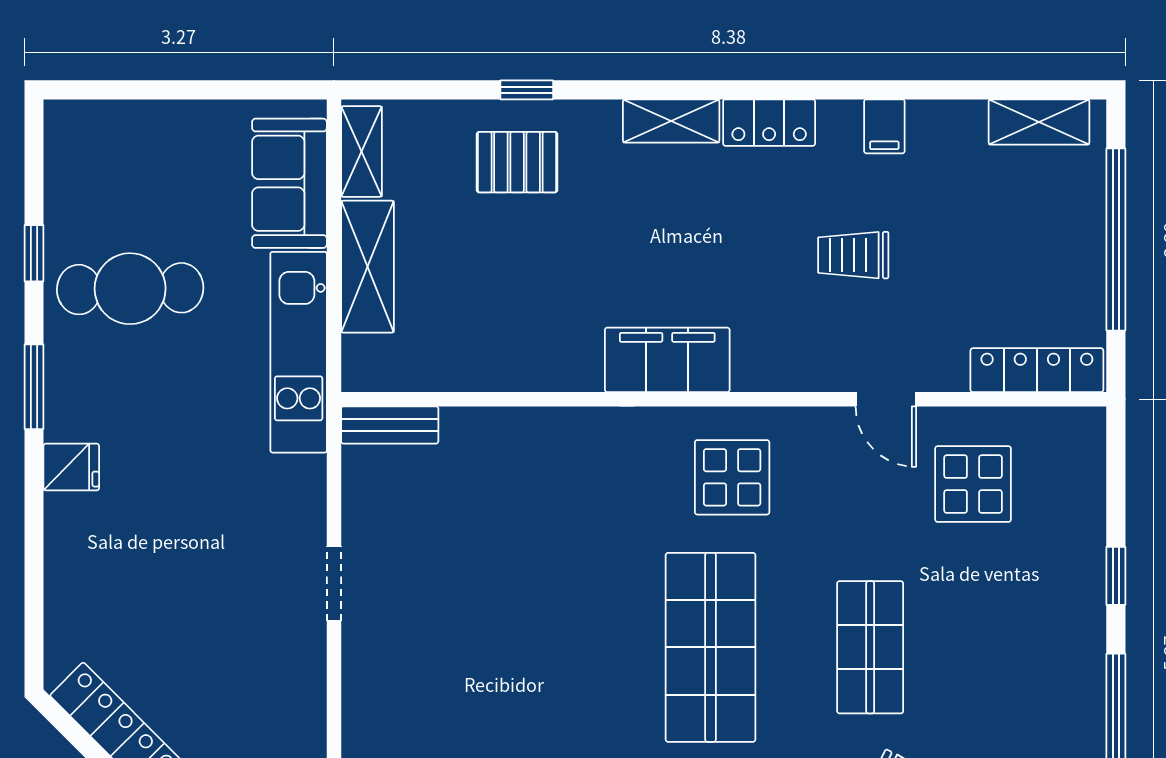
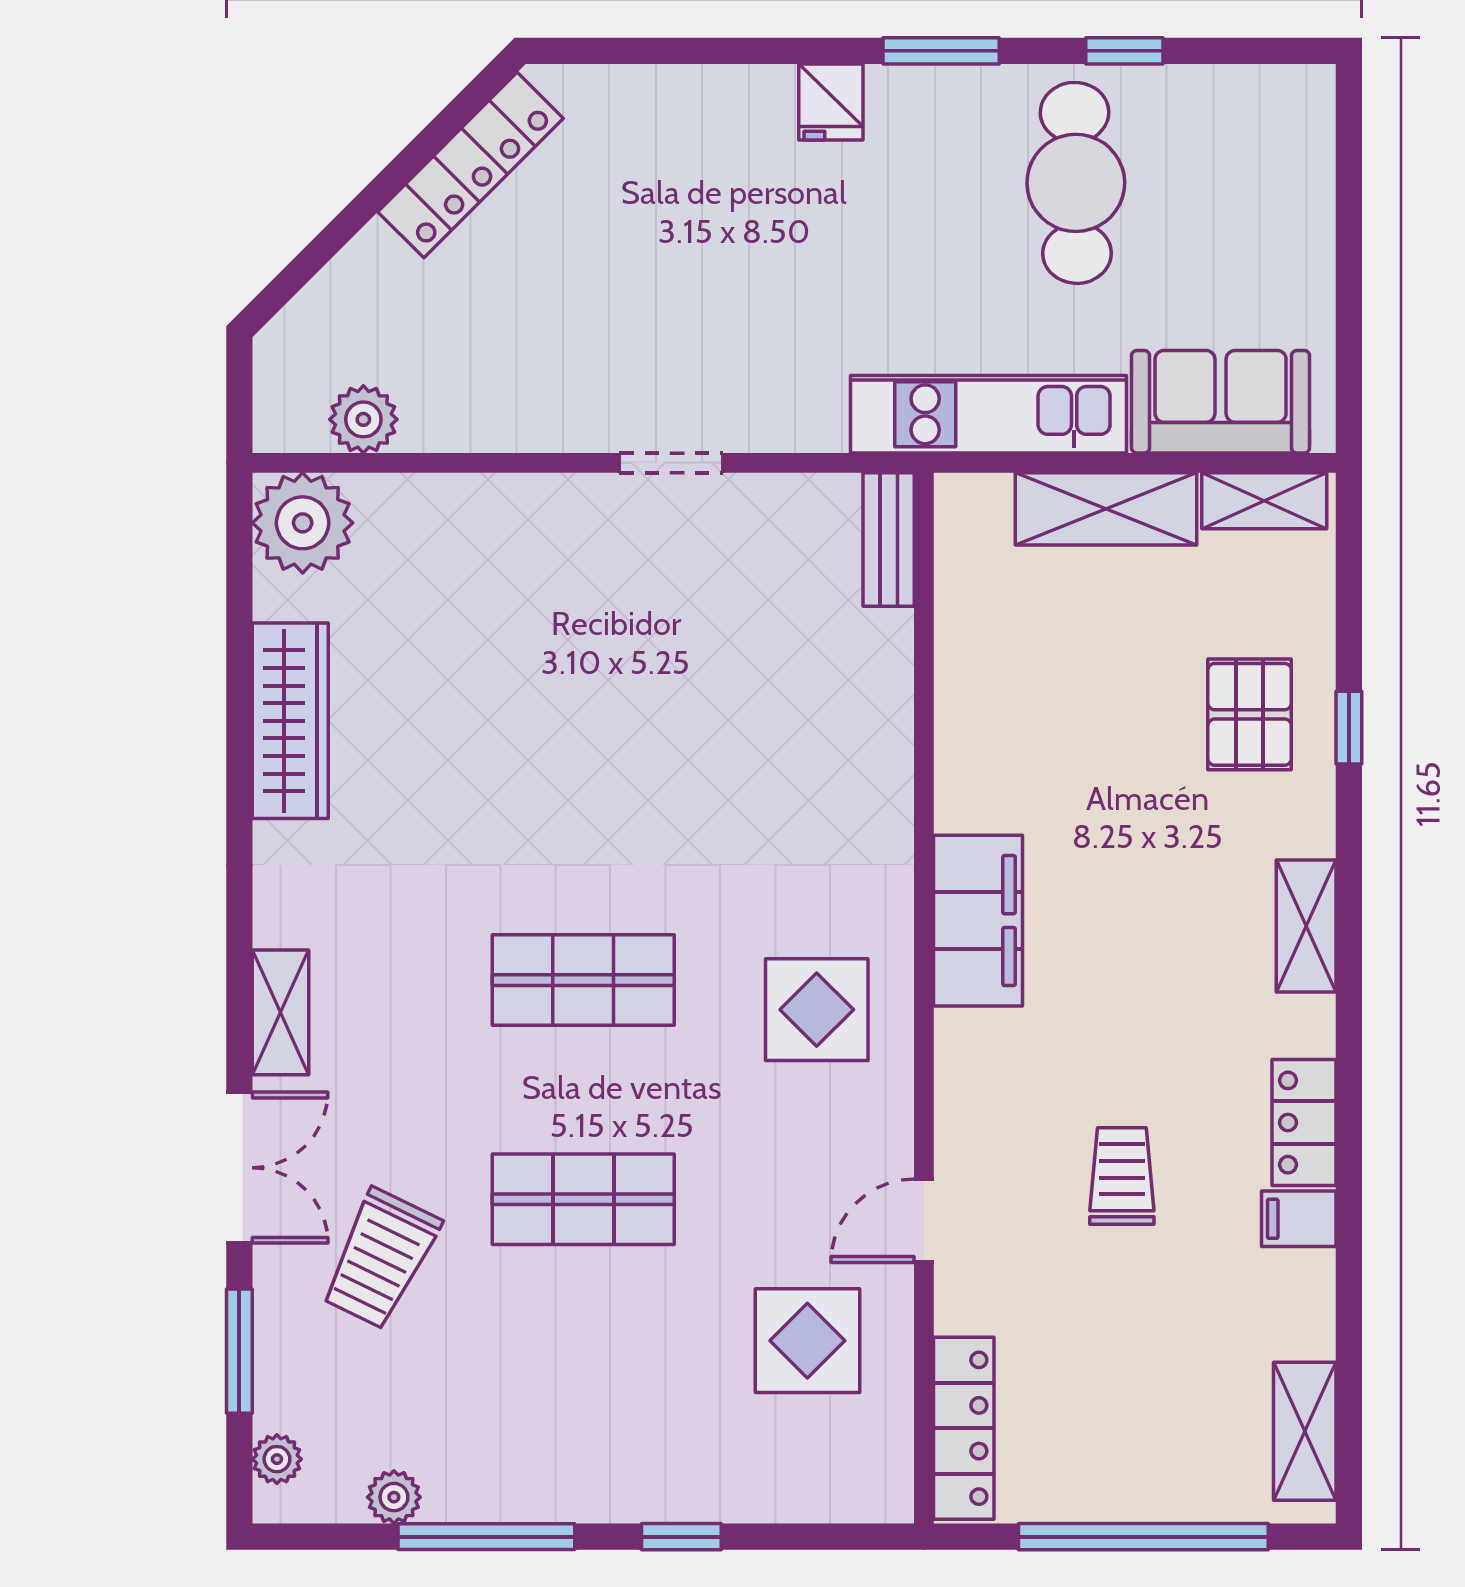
locker: (769, 123) -> (1304, 1123), moved
shop shelf: (711, 647) -> (583, 980), width x0.70, depth x0.74

